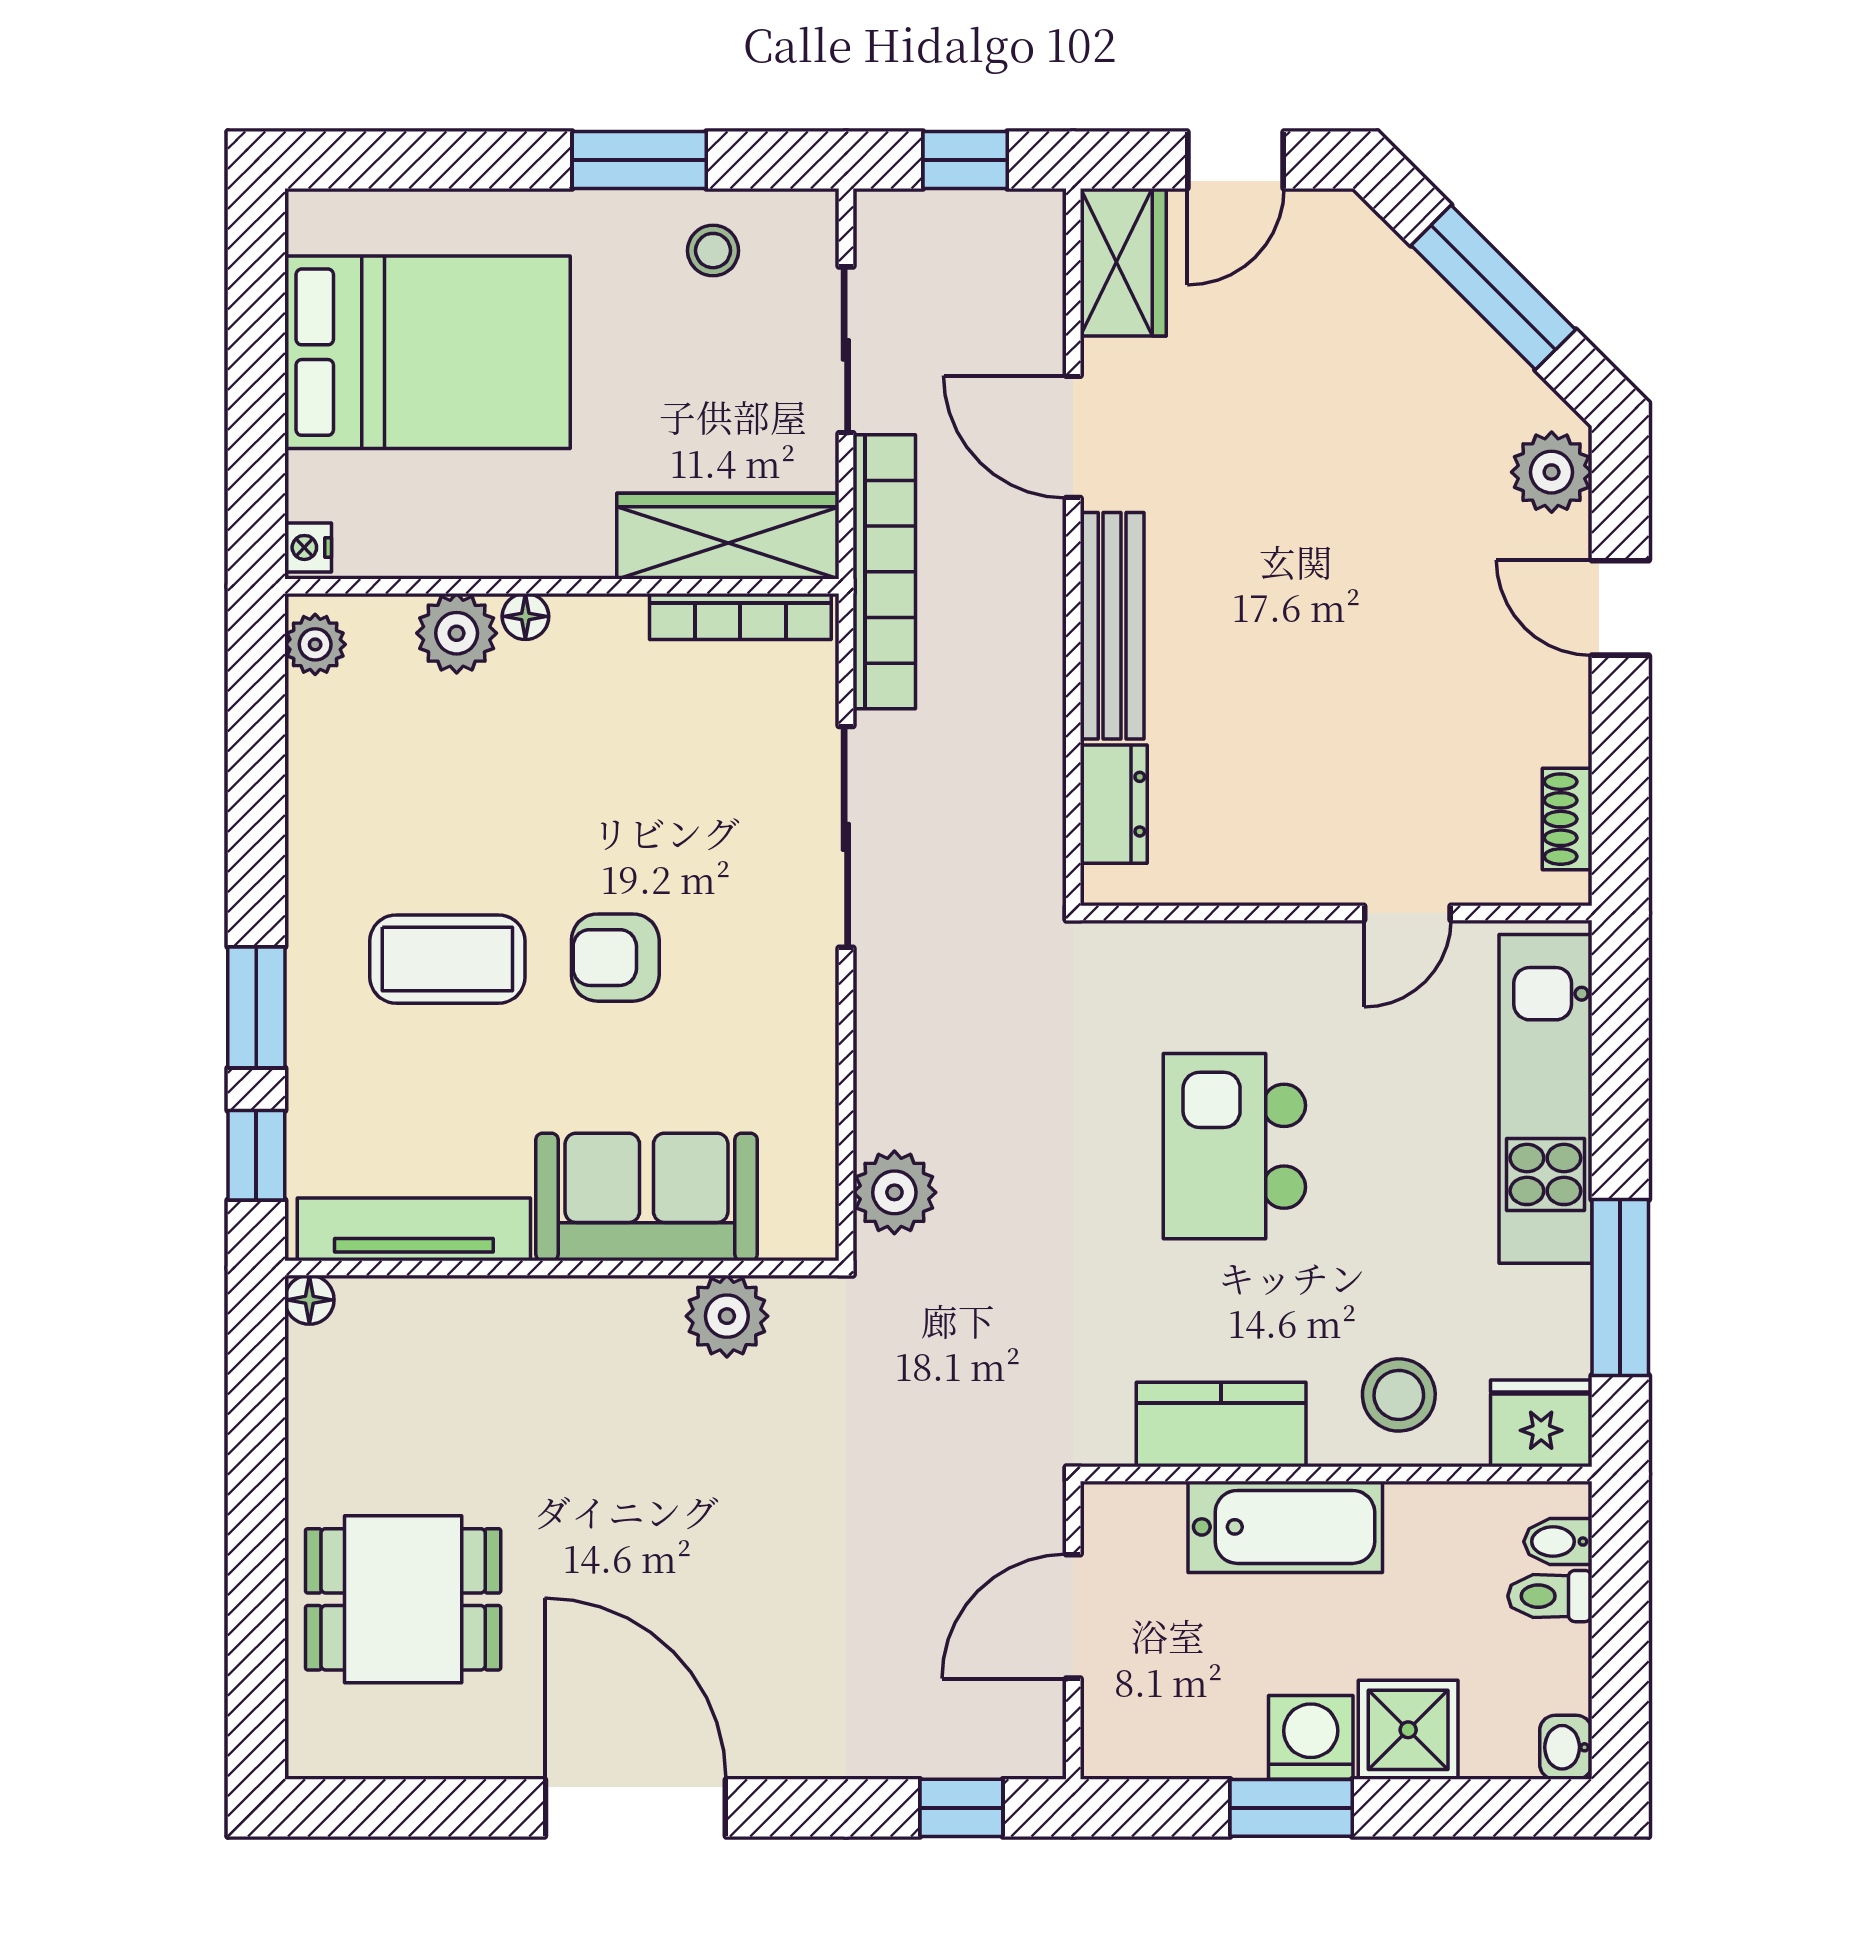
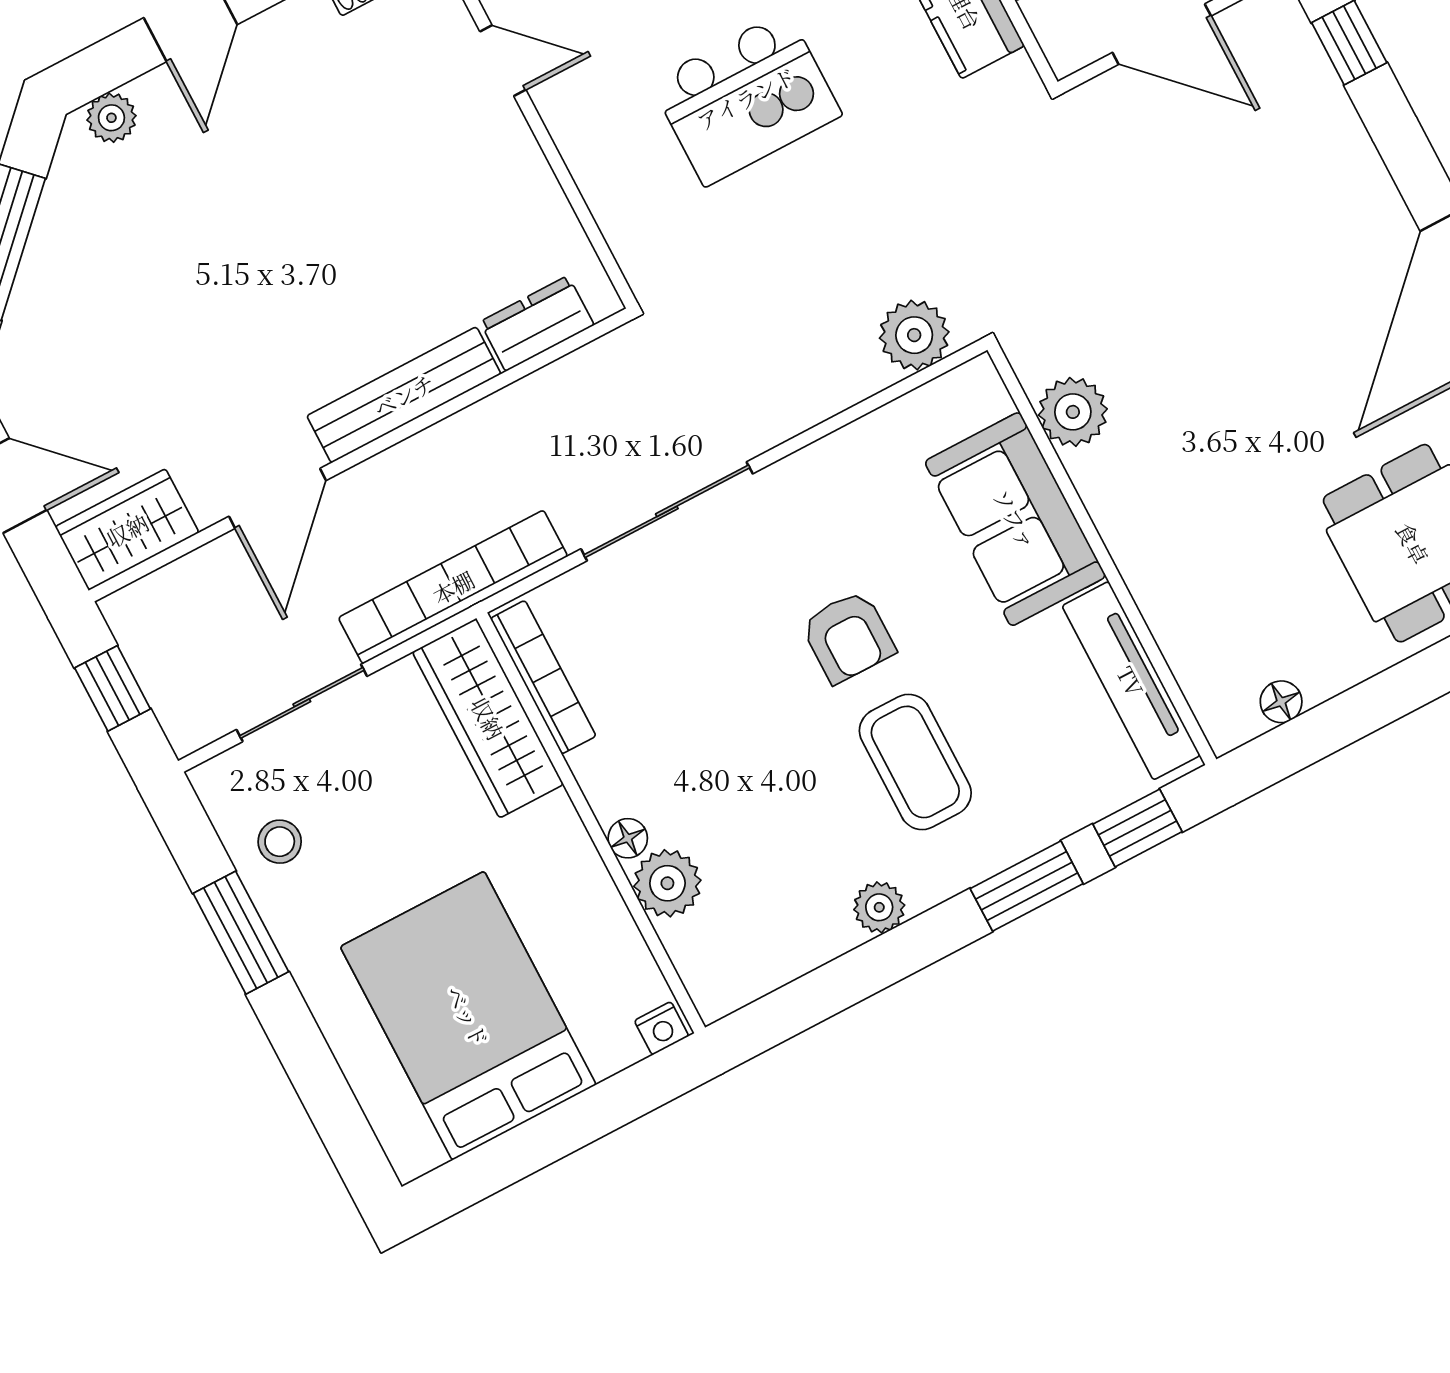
plant: (1552, 472) -> (111, 118), width x0.73, depth x0.73
plant: (315, 644) -> (879, 907), moved
floor lamp: (309, 1300) -> (1281, 702), moved

